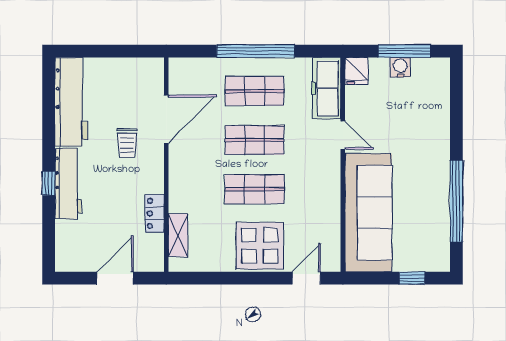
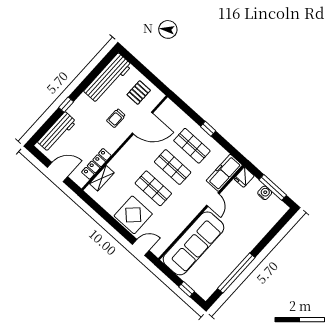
window: (256, 51) -> (208, 129), width x0.32
pallet: (126, 85) -> (139, 93), added
workbench: (68, 183) -> (57, 132), moved
locker: (155, 213) -> (96, 164), width x1.53

